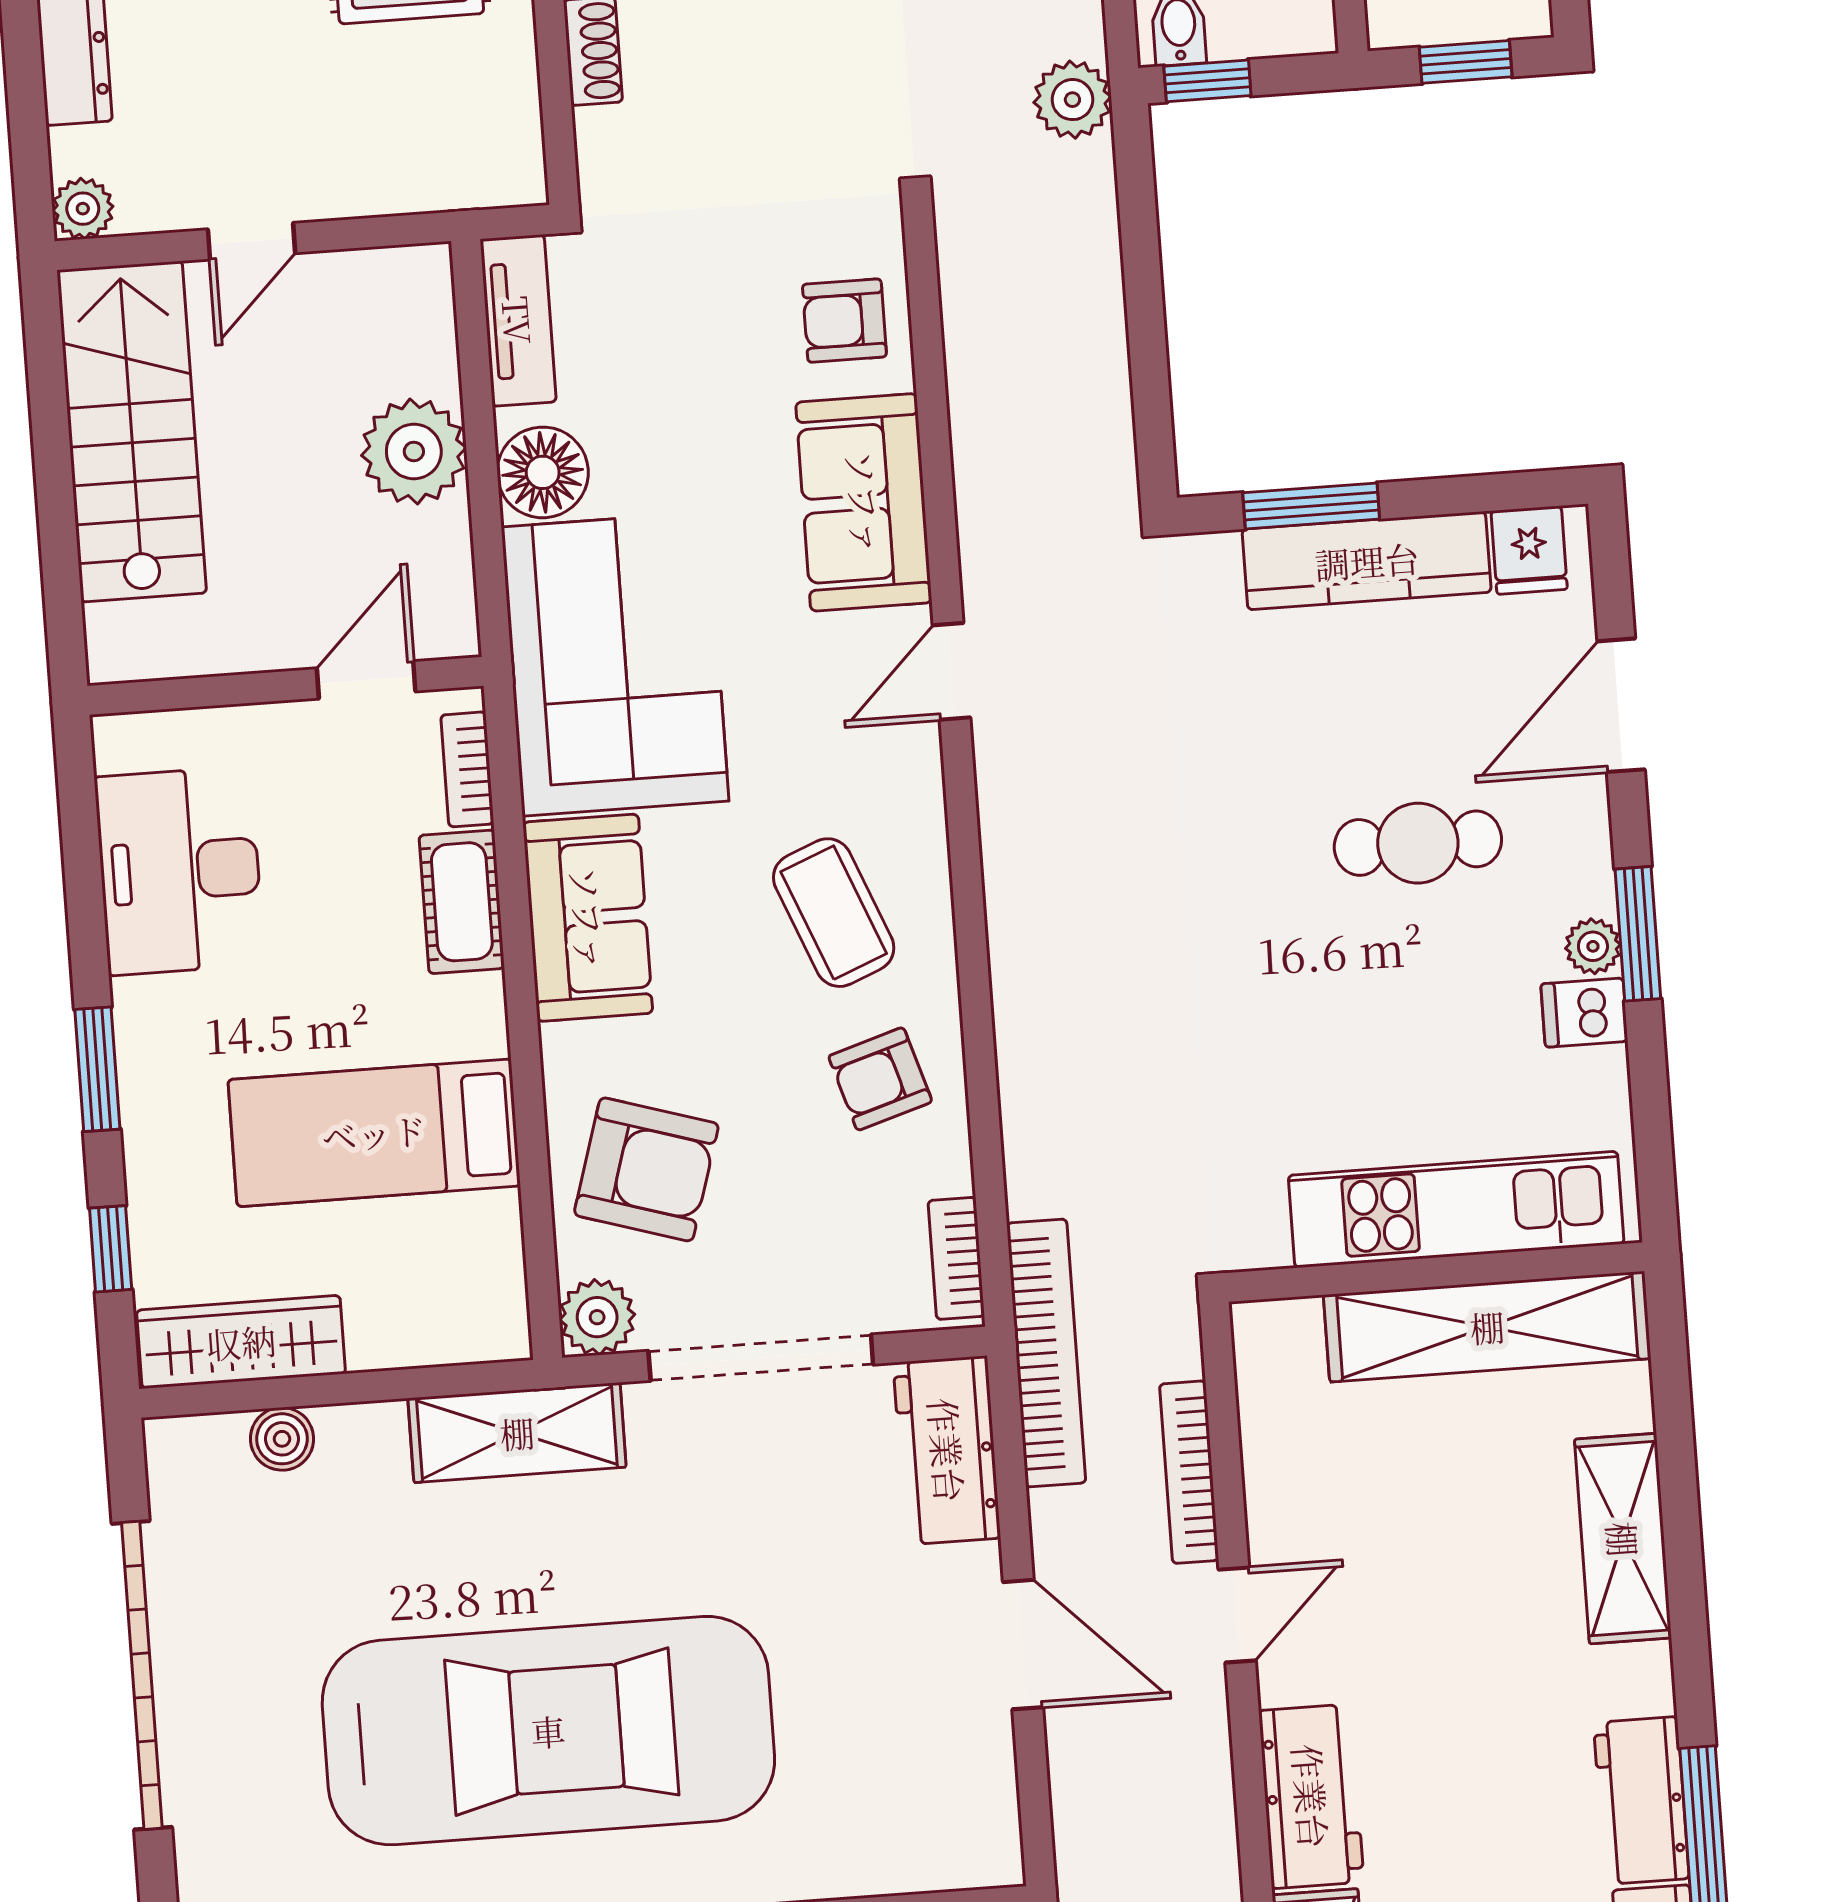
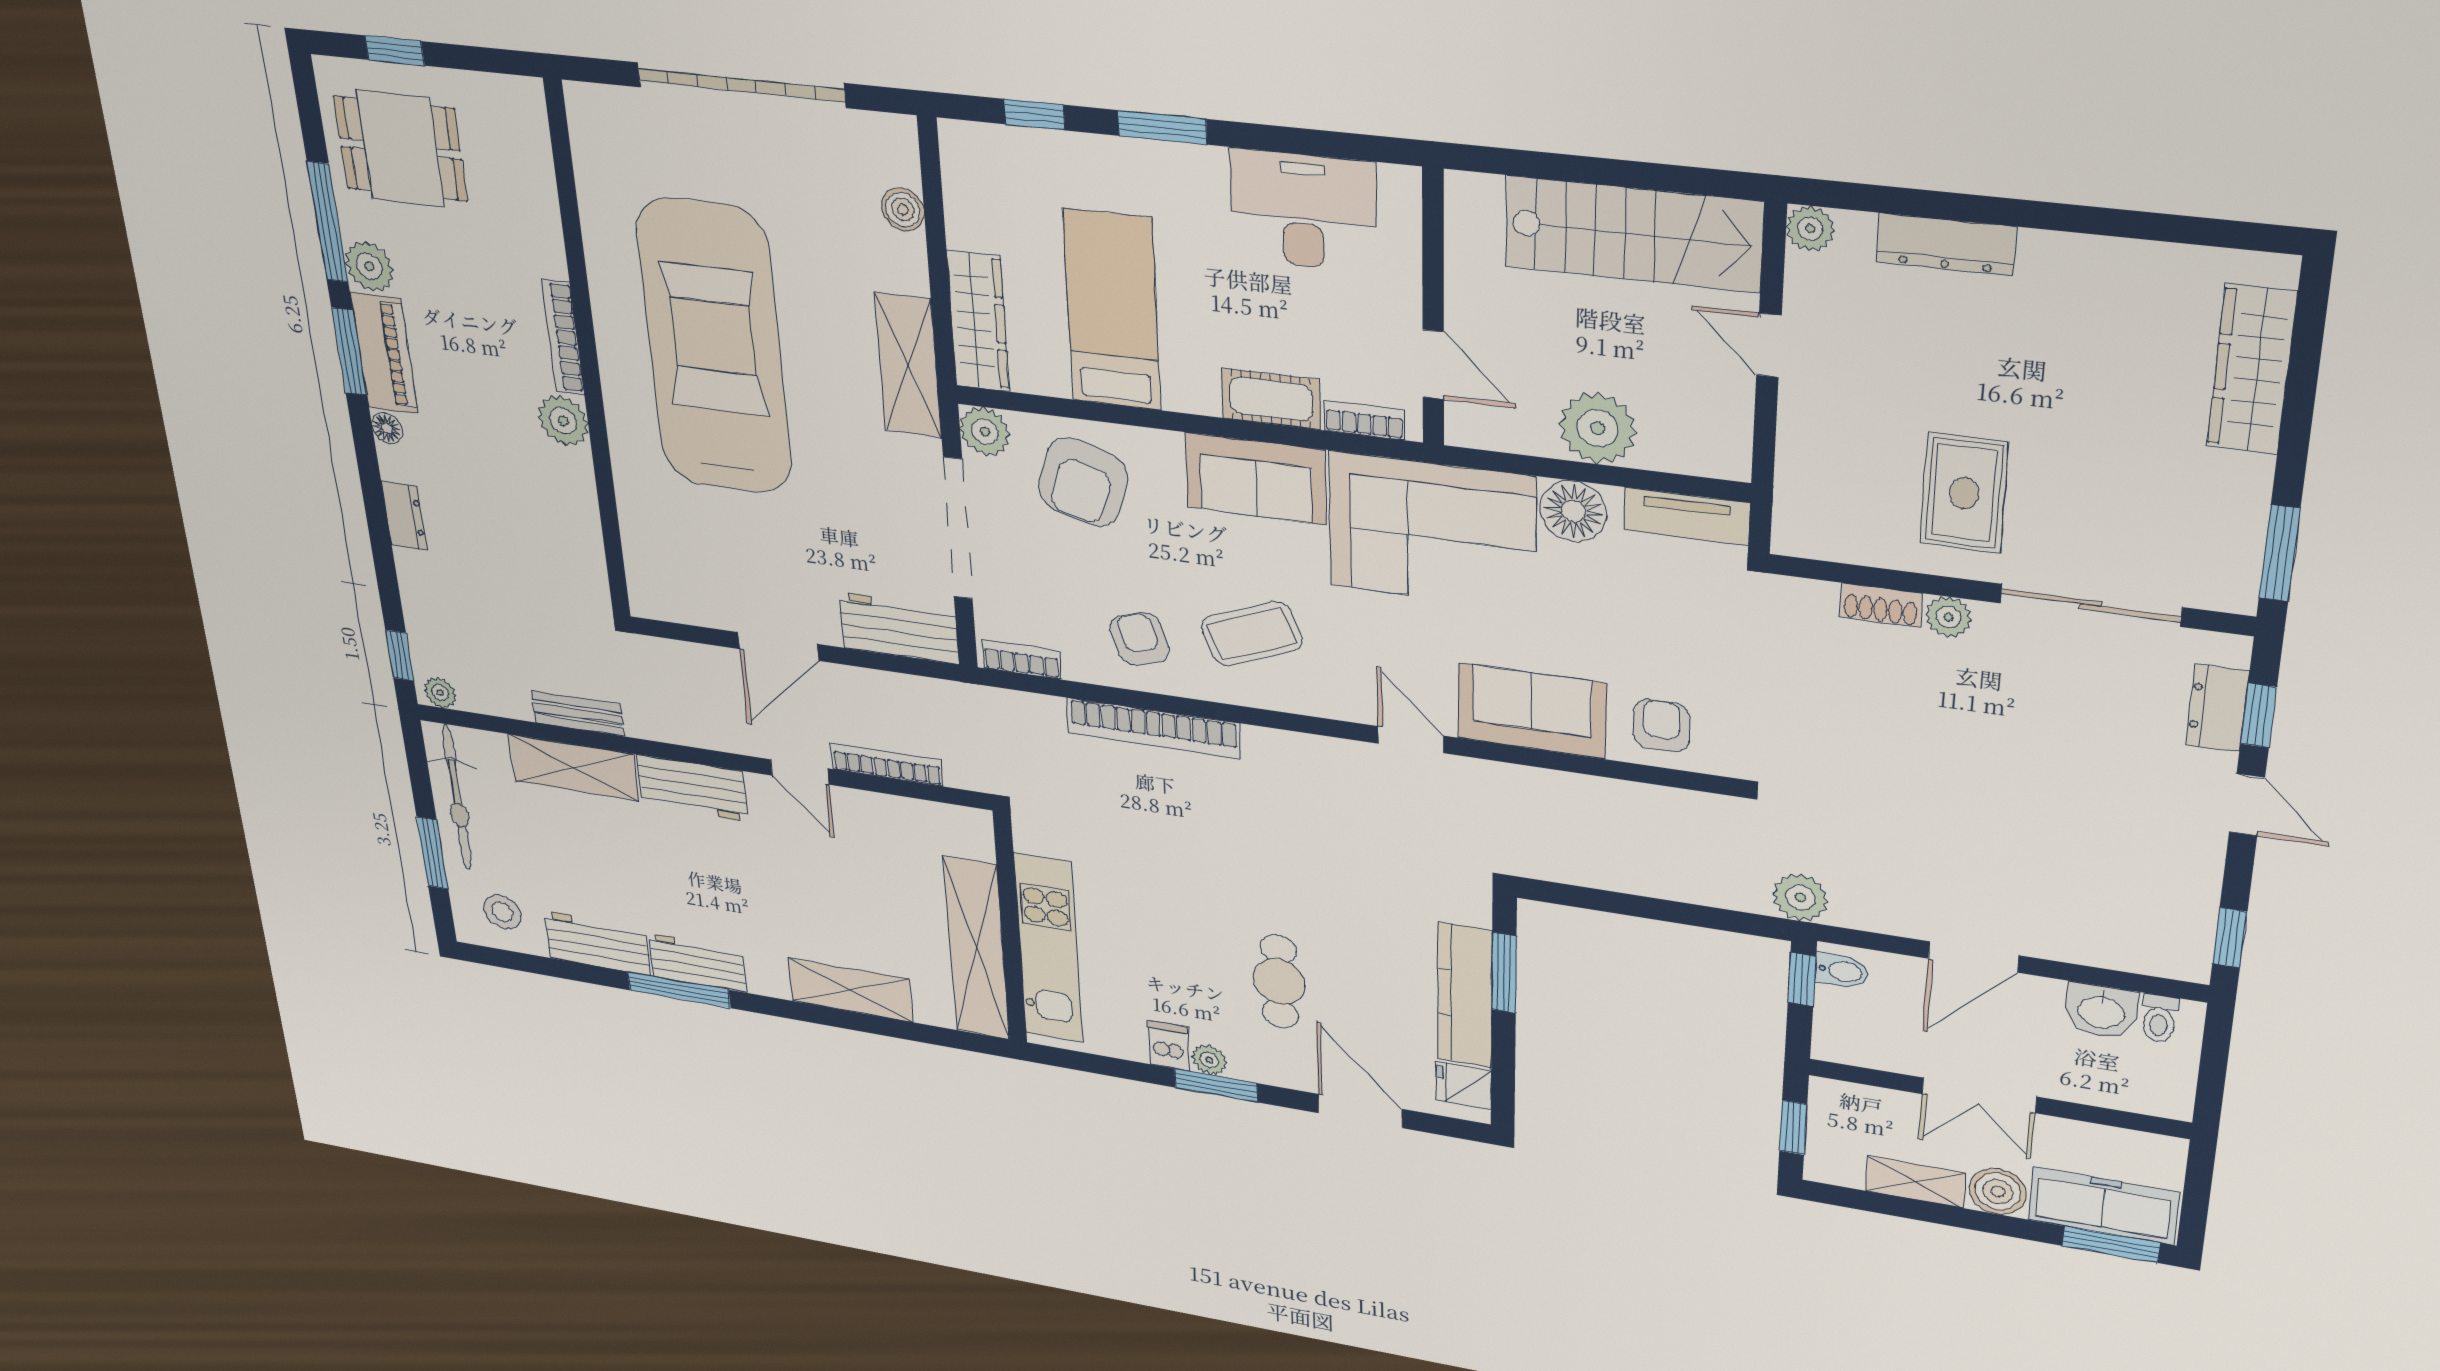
wardrobe: (241, 1342) -> (978, 321), moved
bookcase: (1046, 1353) -> (1154, 728), moved
car: (548, 1731) -> (714, 348), turned 180

